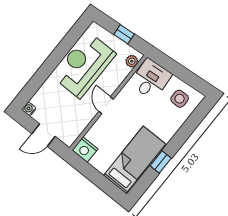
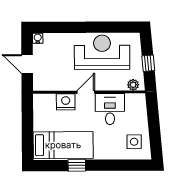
desk: (151, 79) -> (110, 109), moved, turned -85
nightstand: (85, 149) -> (66, 102), moved, turned 90

